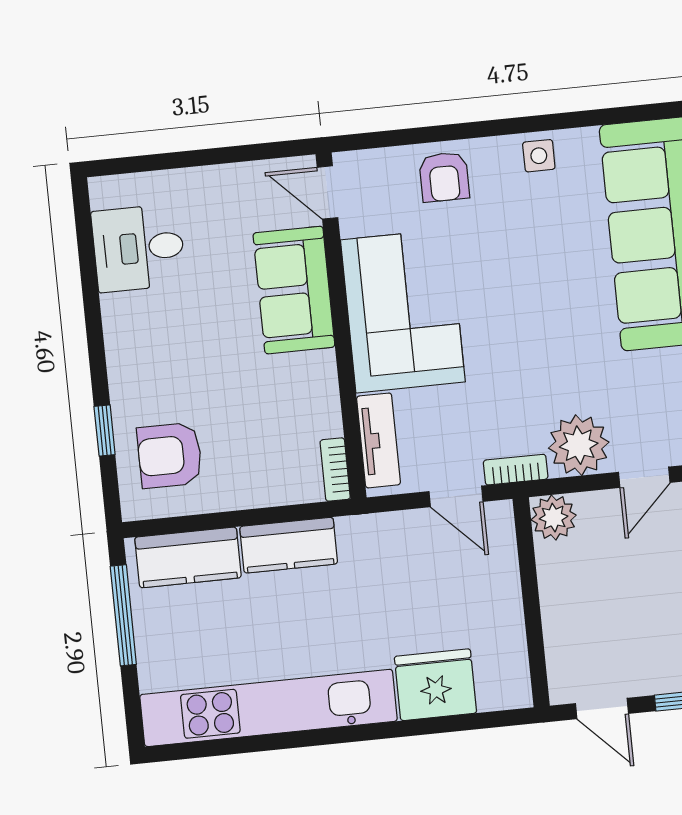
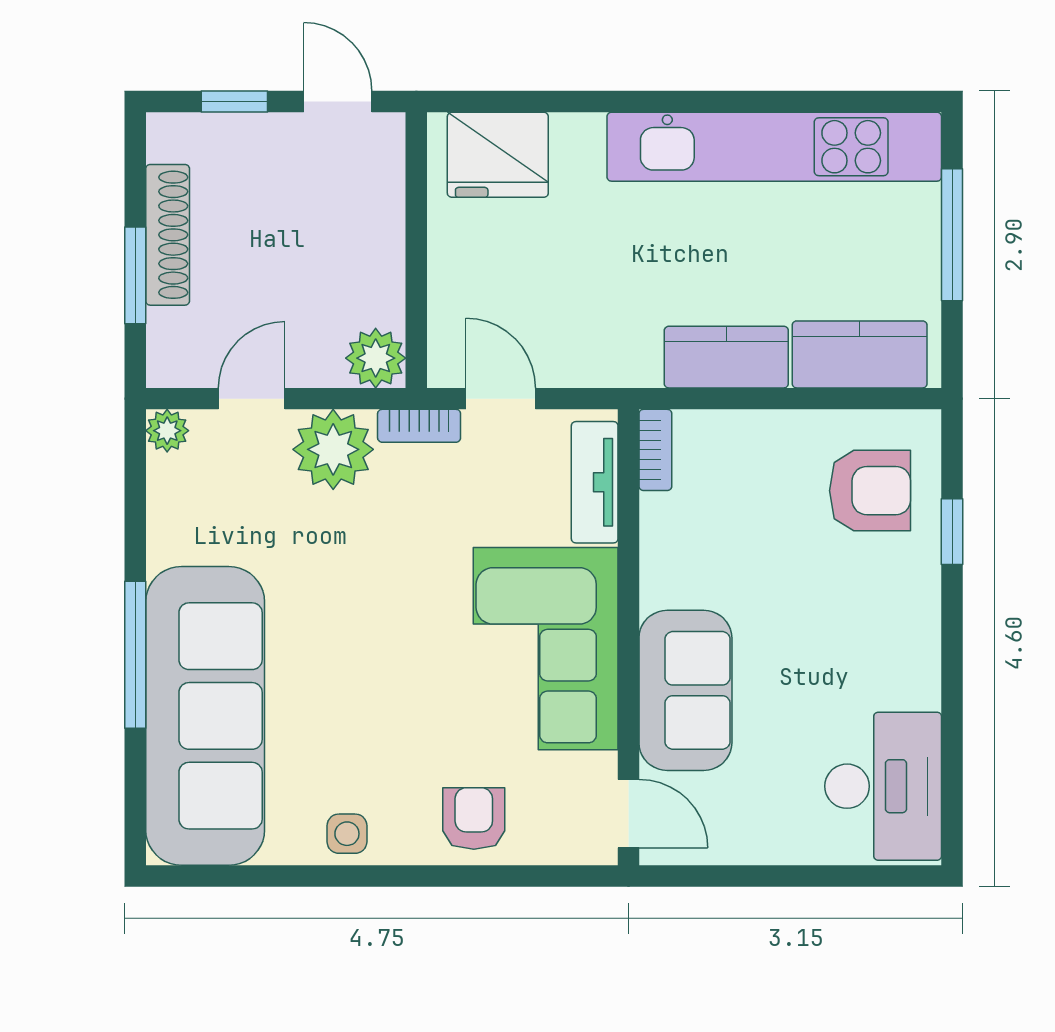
desk: (139, 248) -> (883, 786), width x1.37
window: (123, 615) -> (952, 235), moved
fridge: (435, 685) -> (498, 155), moved

